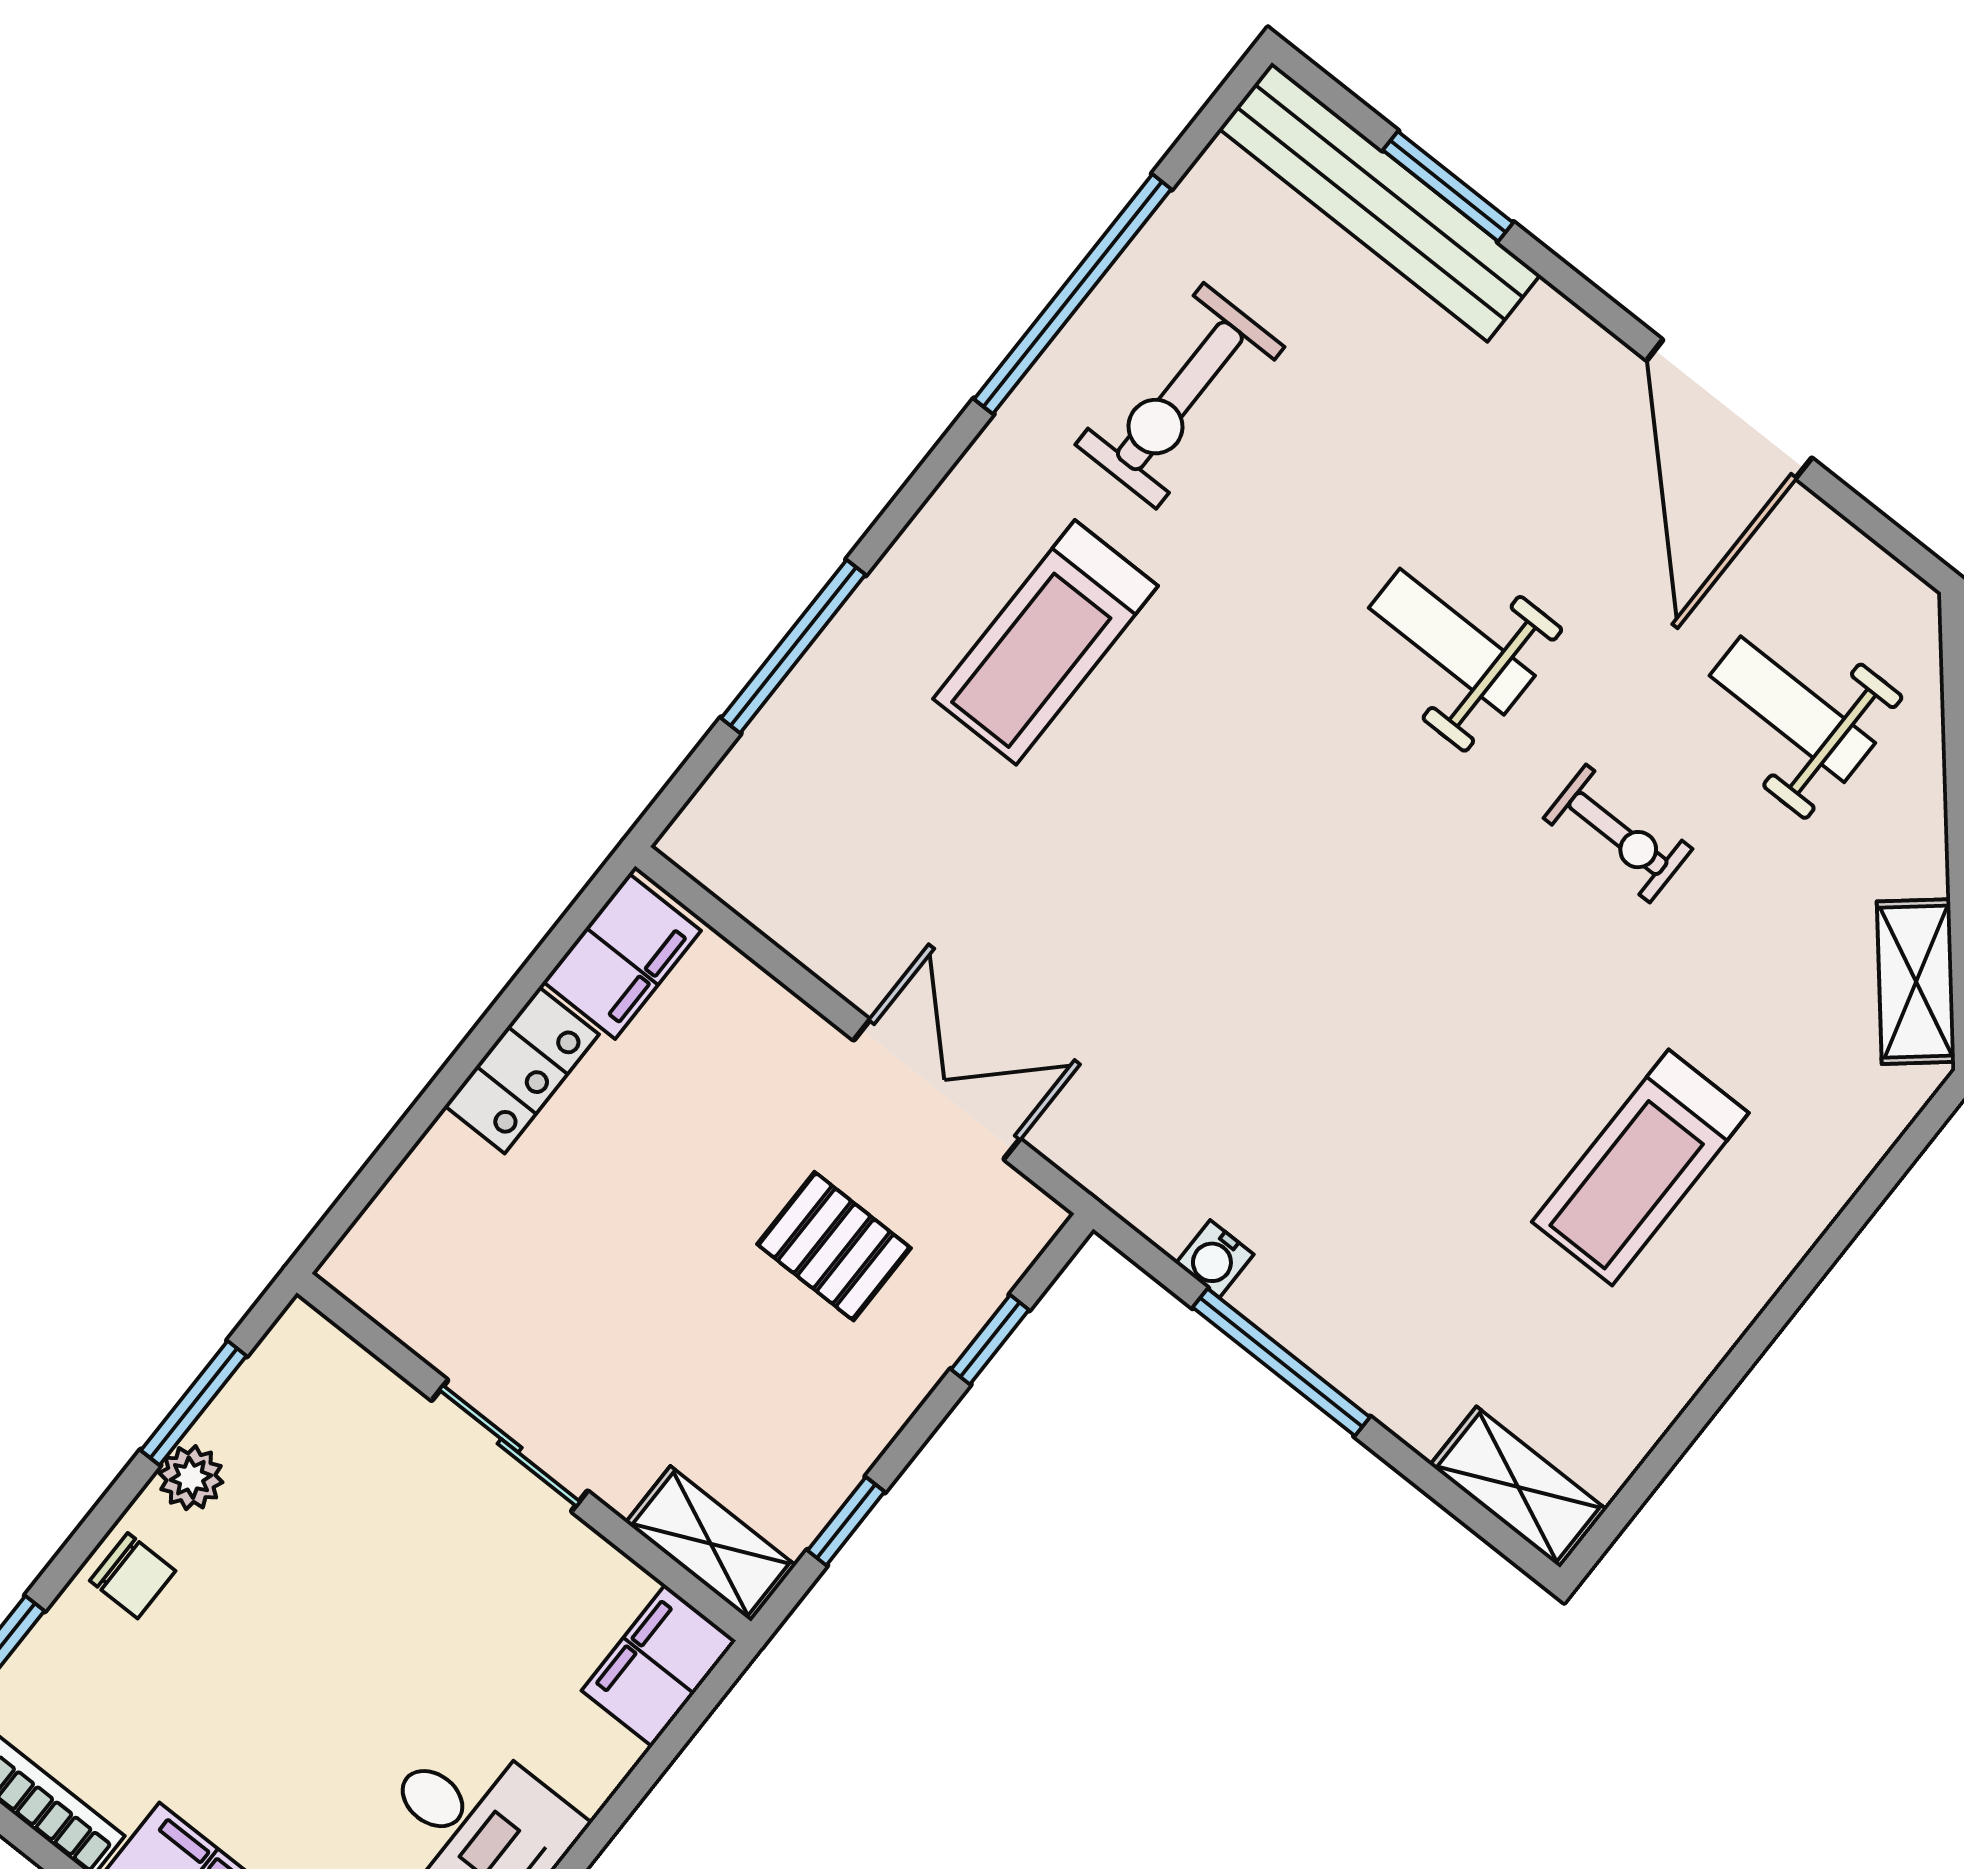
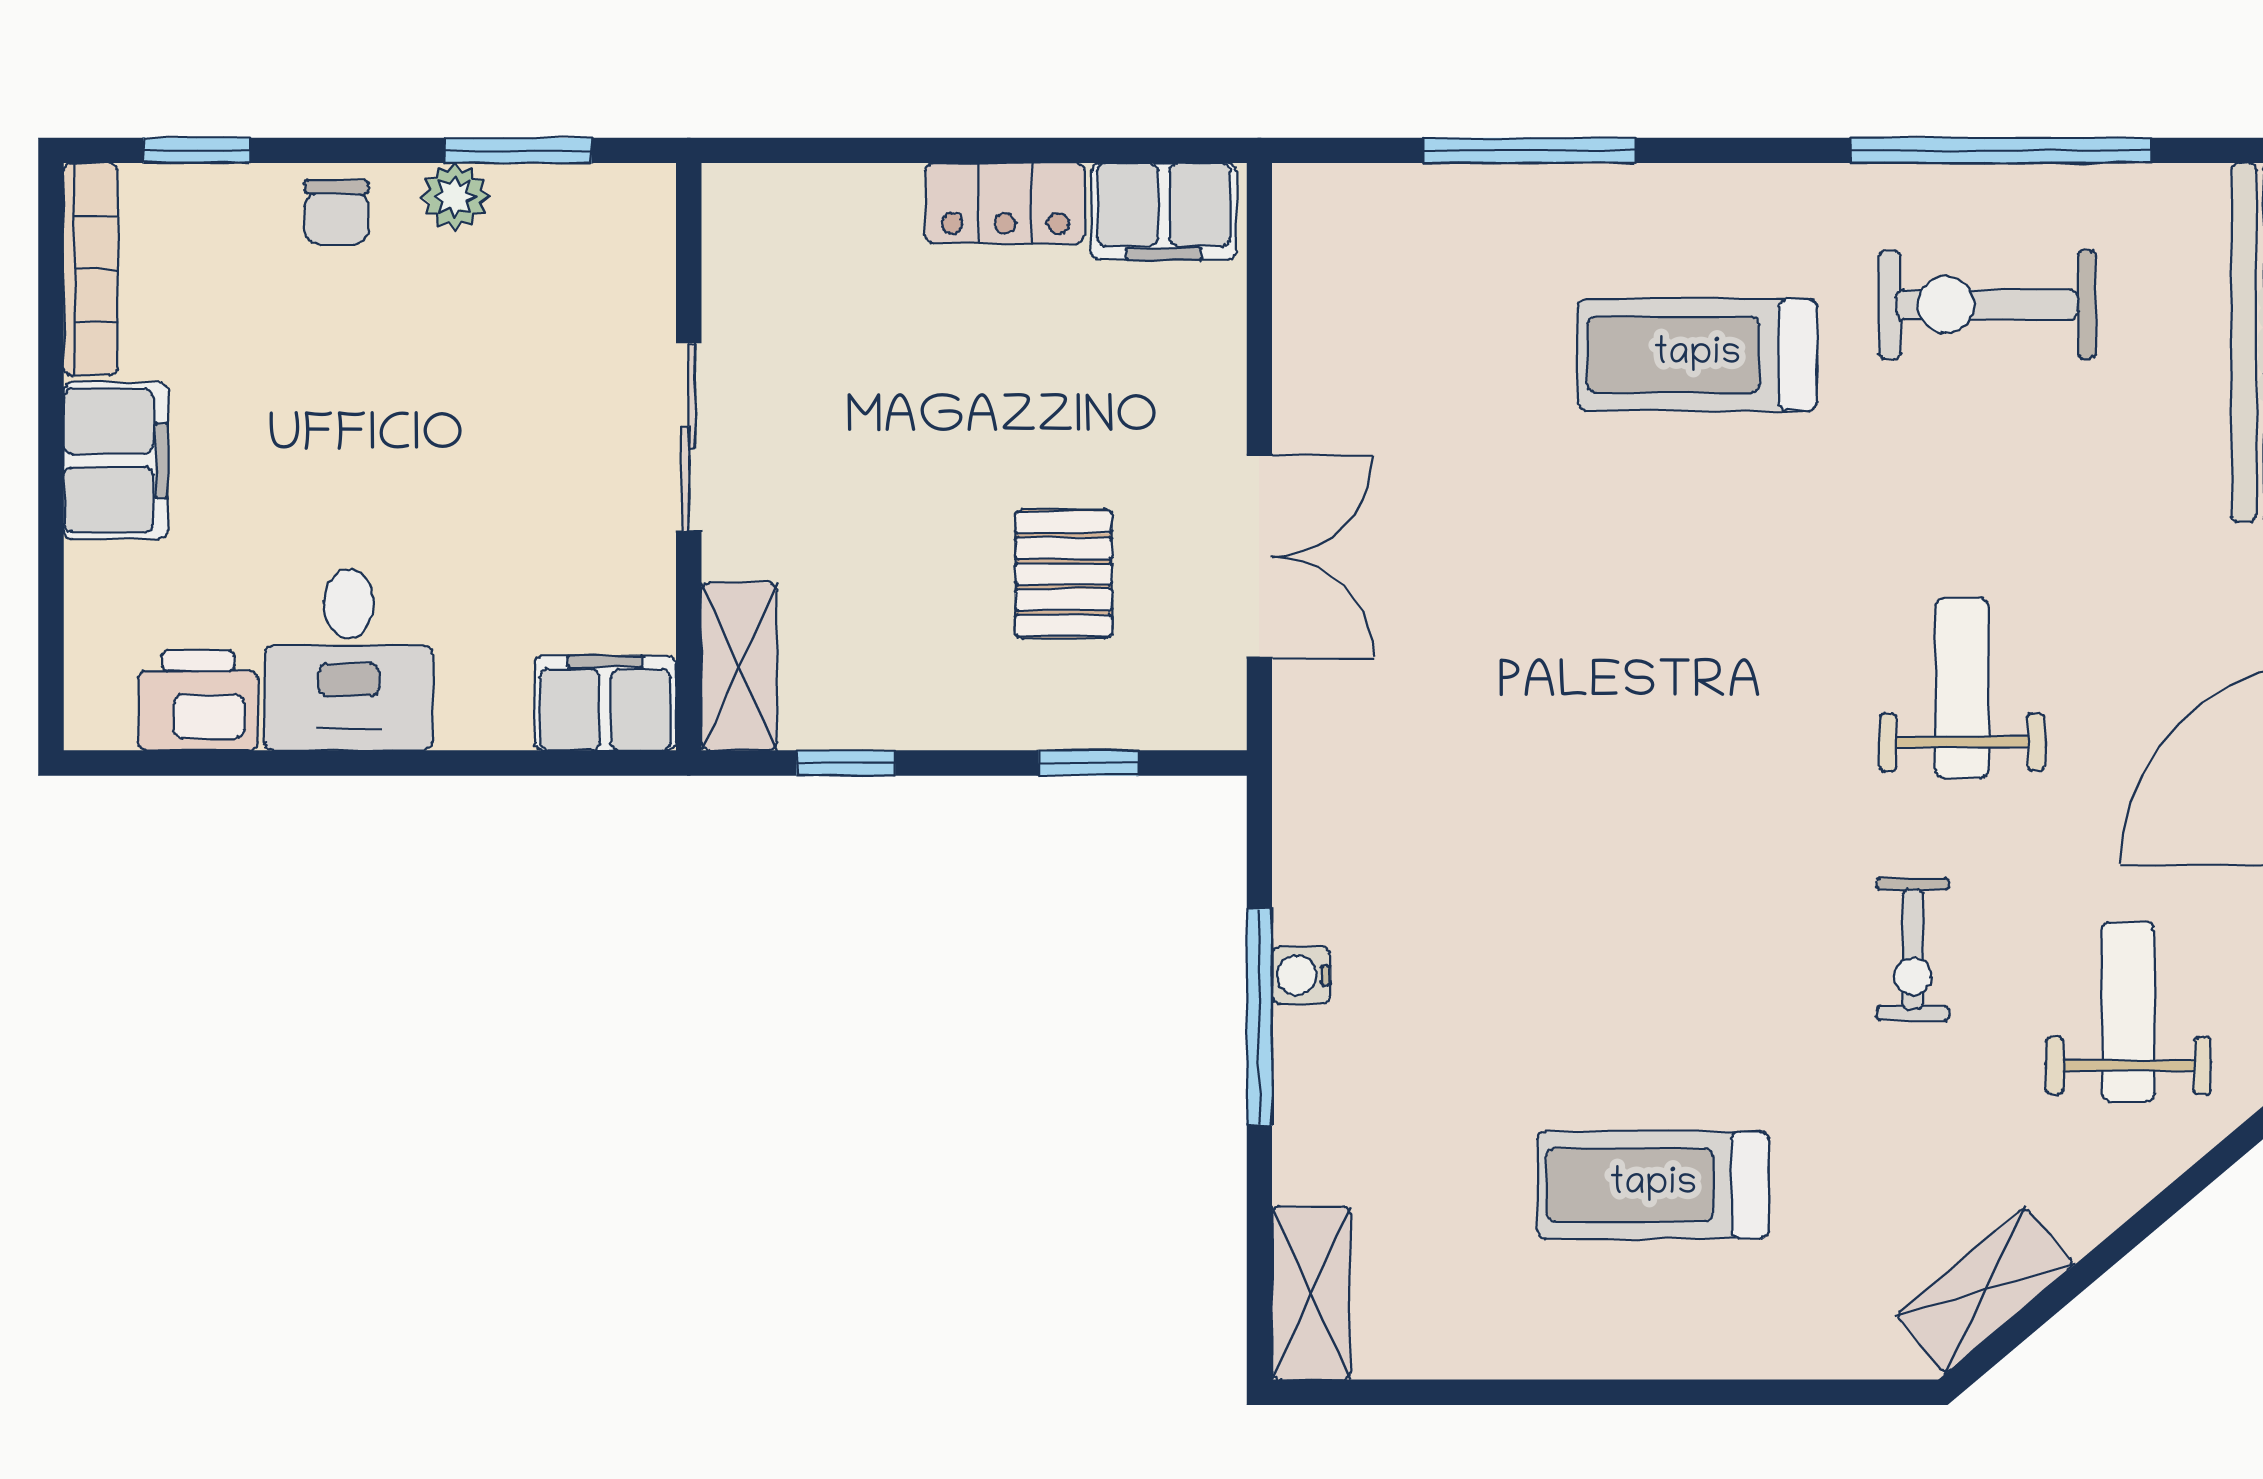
water cooler: (1215, 1259) -> (1301, 975), moved

